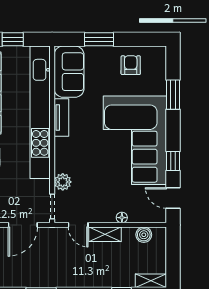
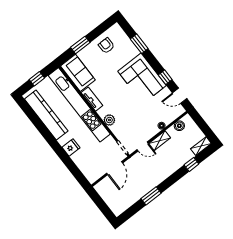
corner sofa: (135, 140) -> (142, 78), width x0.73, depth x0.74
plant: (63, 182) -> (109, 120), moved

